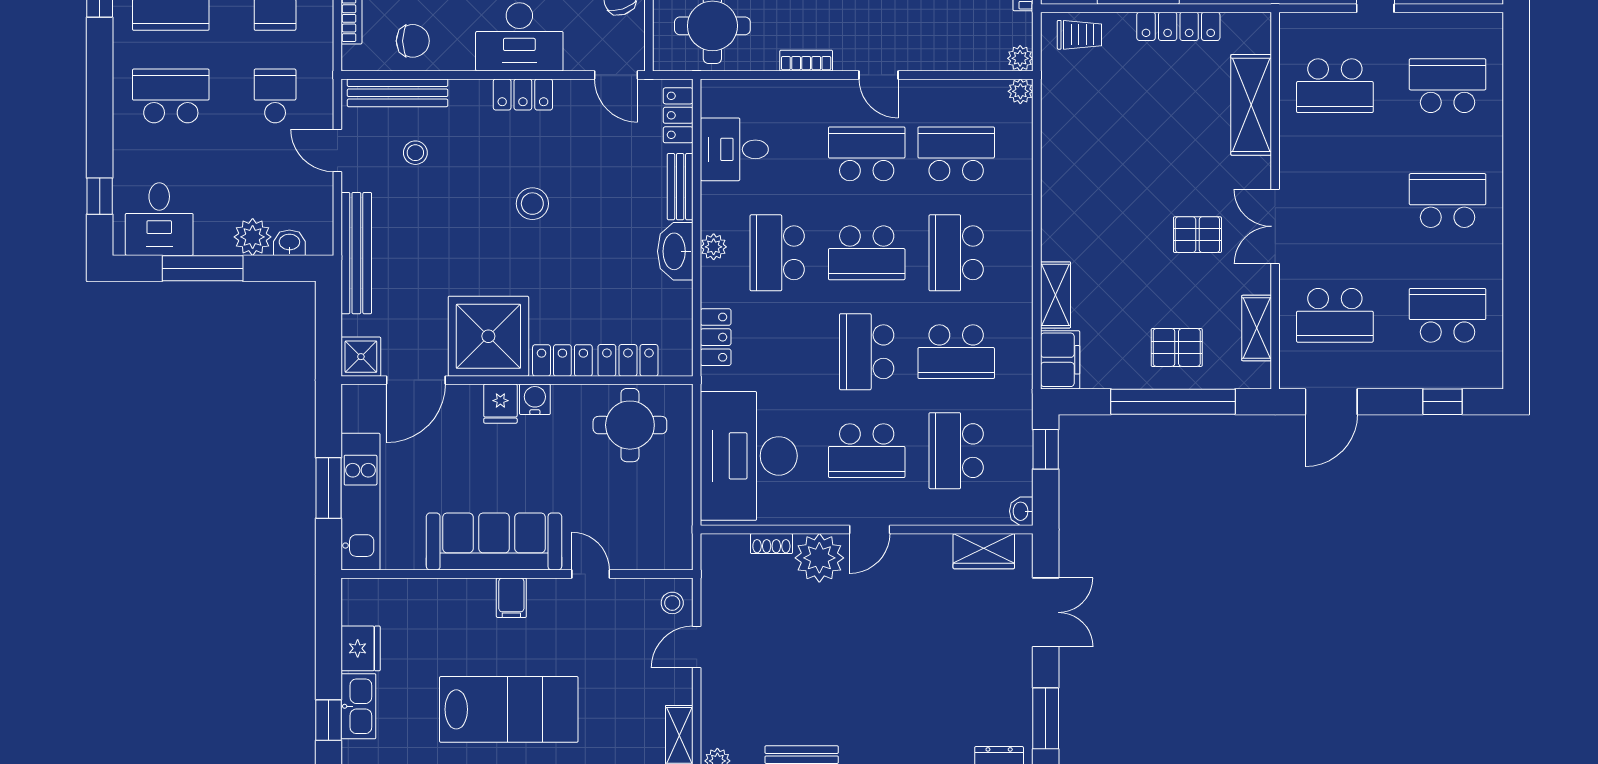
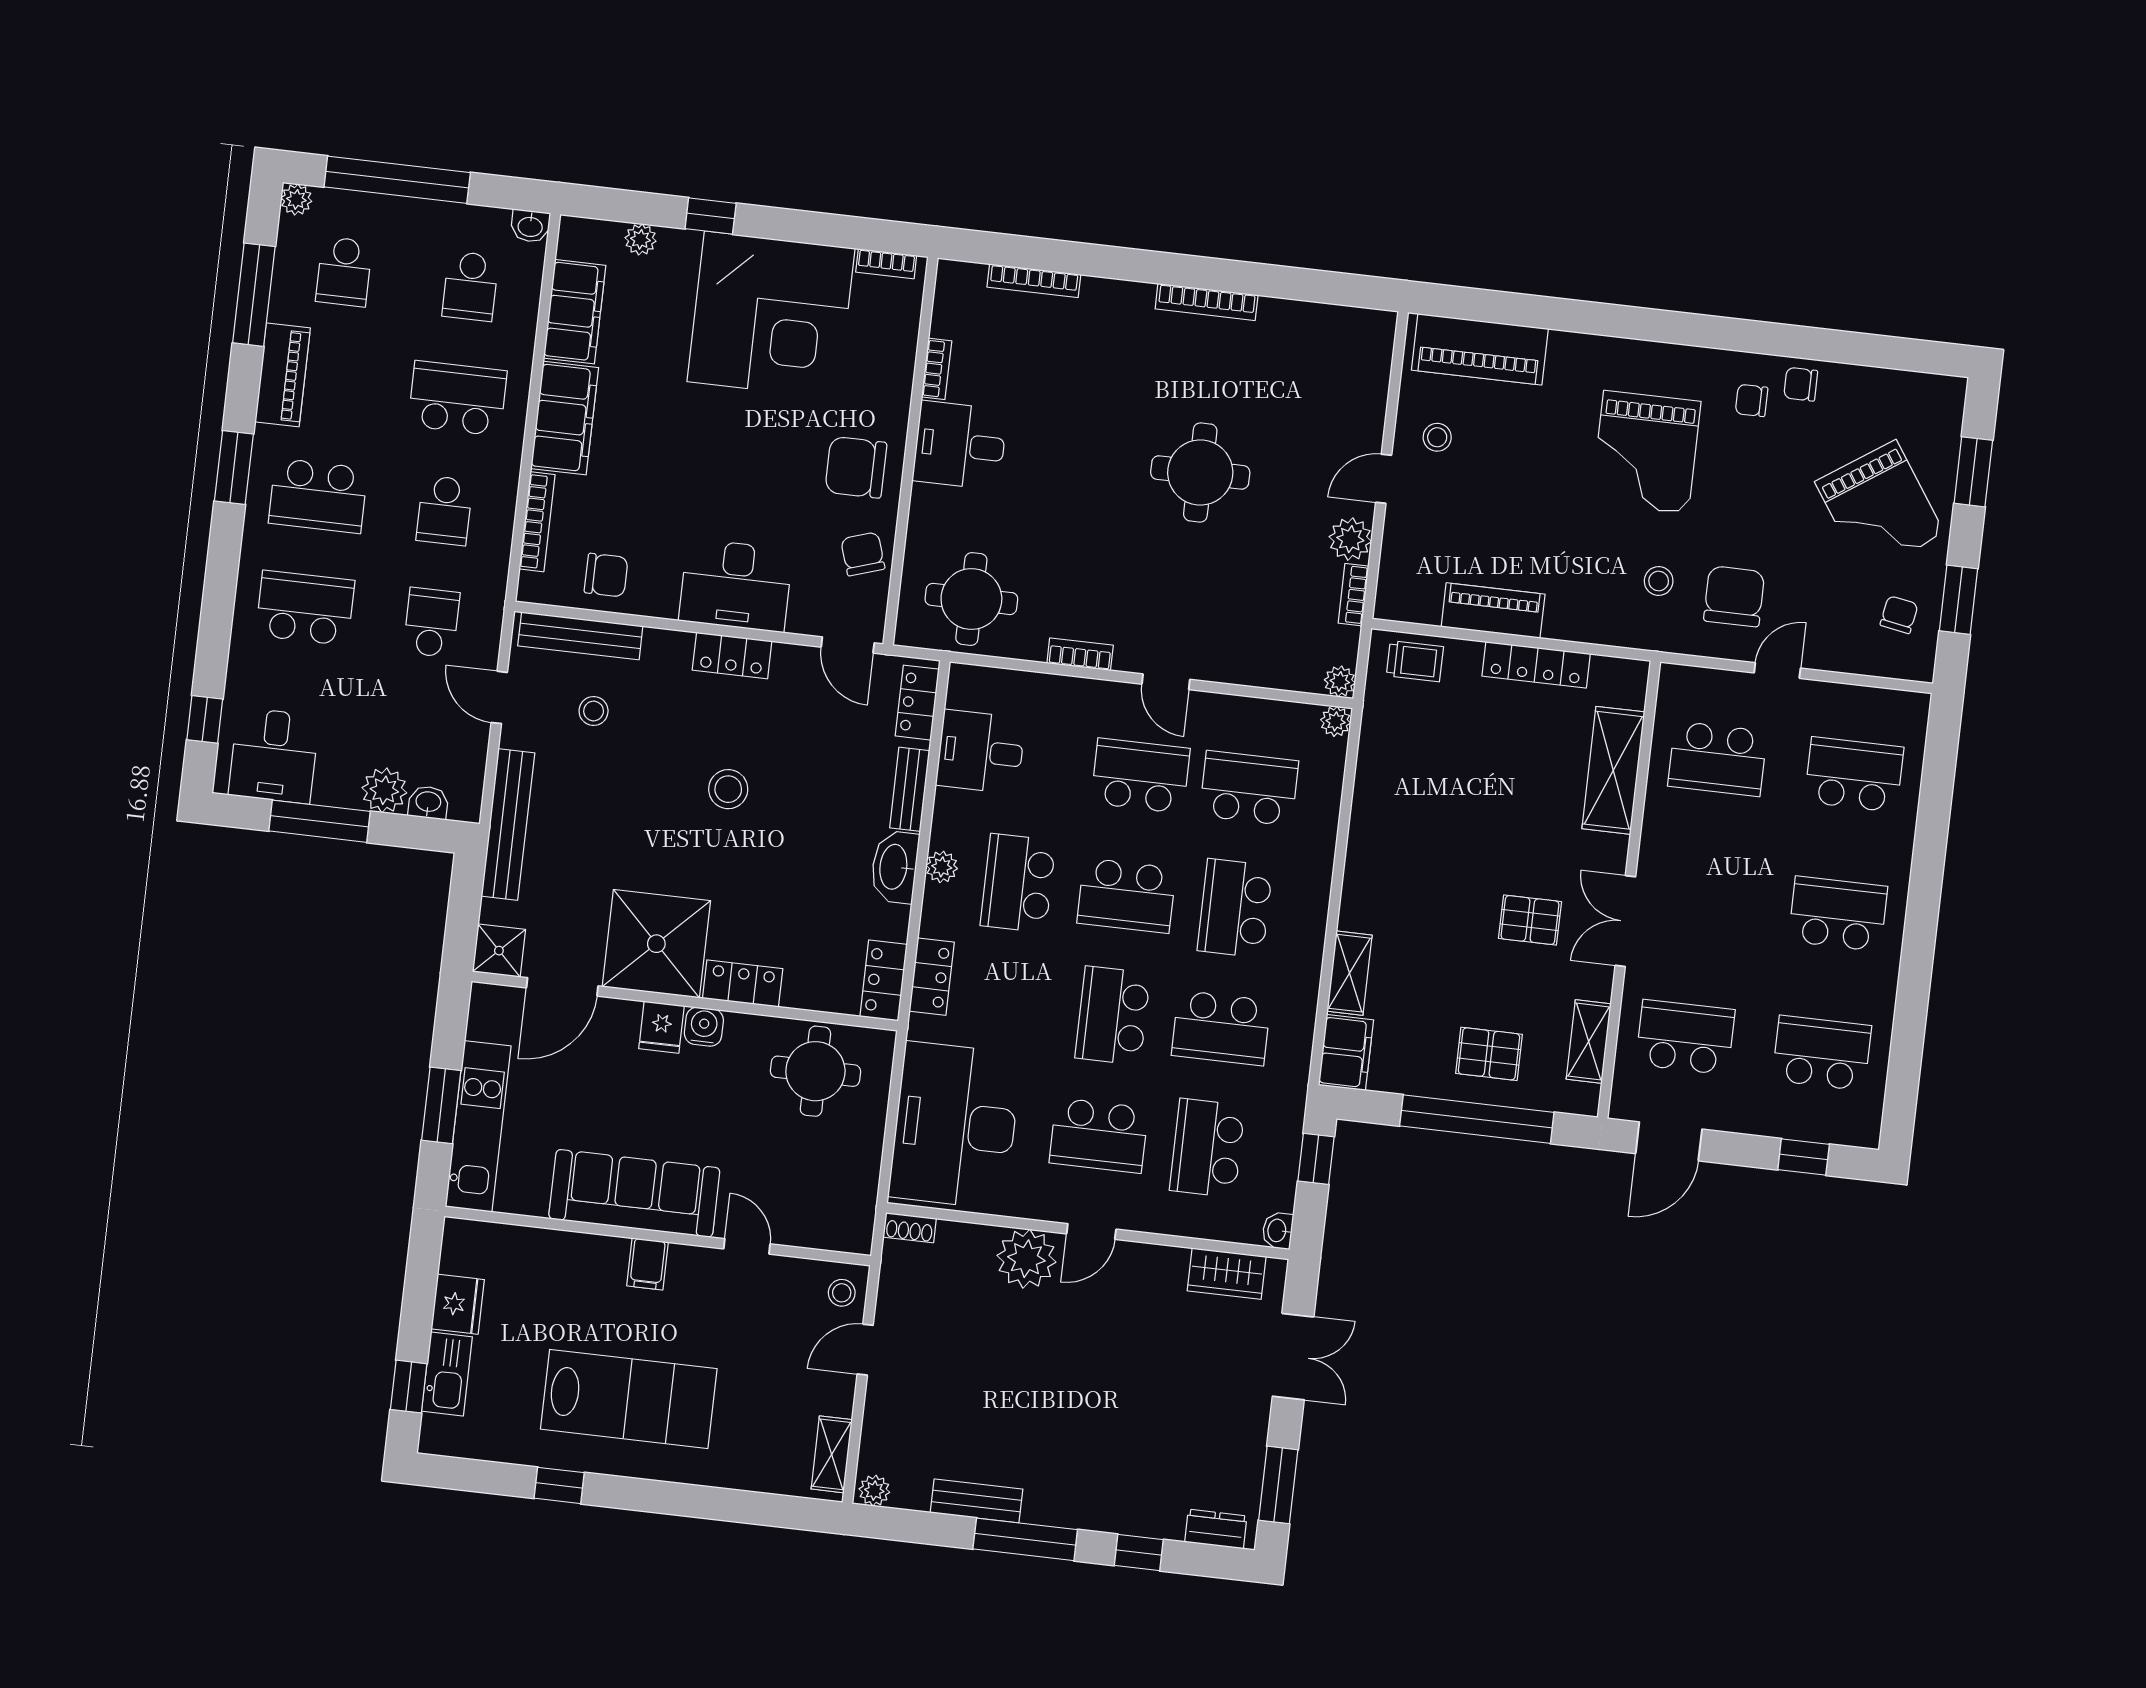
school desk: (1335, 315) -> (1685, 1037), turned 180
locker: (628, 360) -> (884, 980), moved, turned -90
shoe rack: (771, 544) -> (910, 1228), moved

